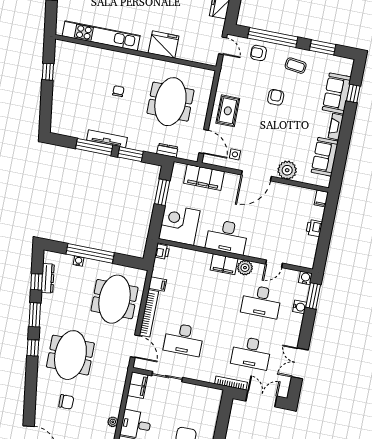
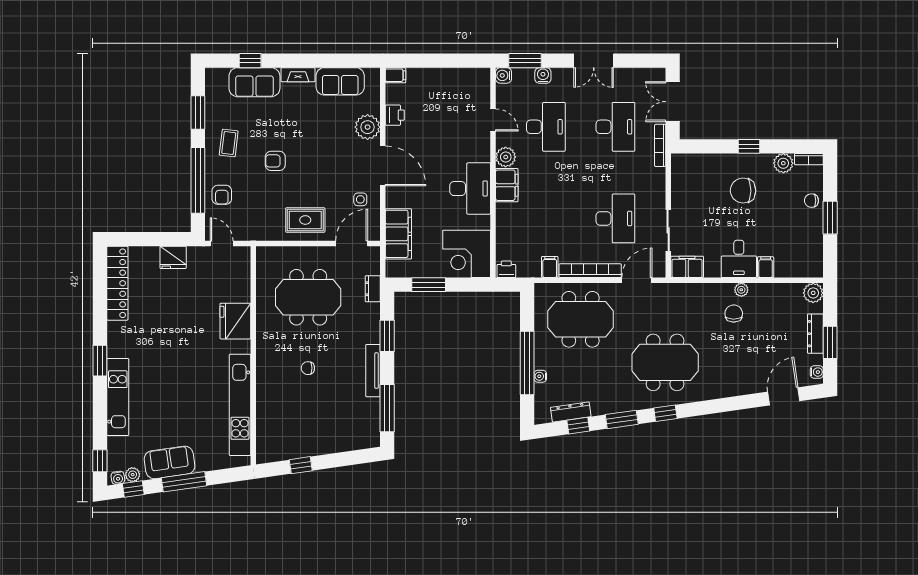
door: (223, 46) -> (222, 244), hinge flipped
window: (94, 147) -> (387, 408), moved
printer: (314, 228) -> (395, 115), moved, turned -90
double door: (300, 363) -> (594, 61), moved
chair: (66, 402) -> (734, 313), moved

